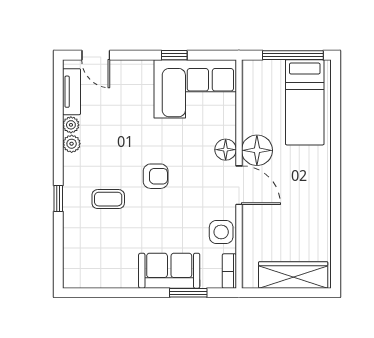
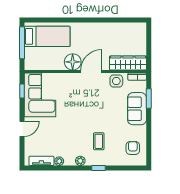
door: (96, 55) -> (22, 129), moved
window: (174, 55) -> (22, 91), moved
plant: (72, 144) -> (80, 161), moved
floor lamp: (226, 150) -> (72, 79), removed
armchair: (156, 176) -> (133, 148), moved
wardrobe: (293, 275) -> (128, 63), moved, turned 90

